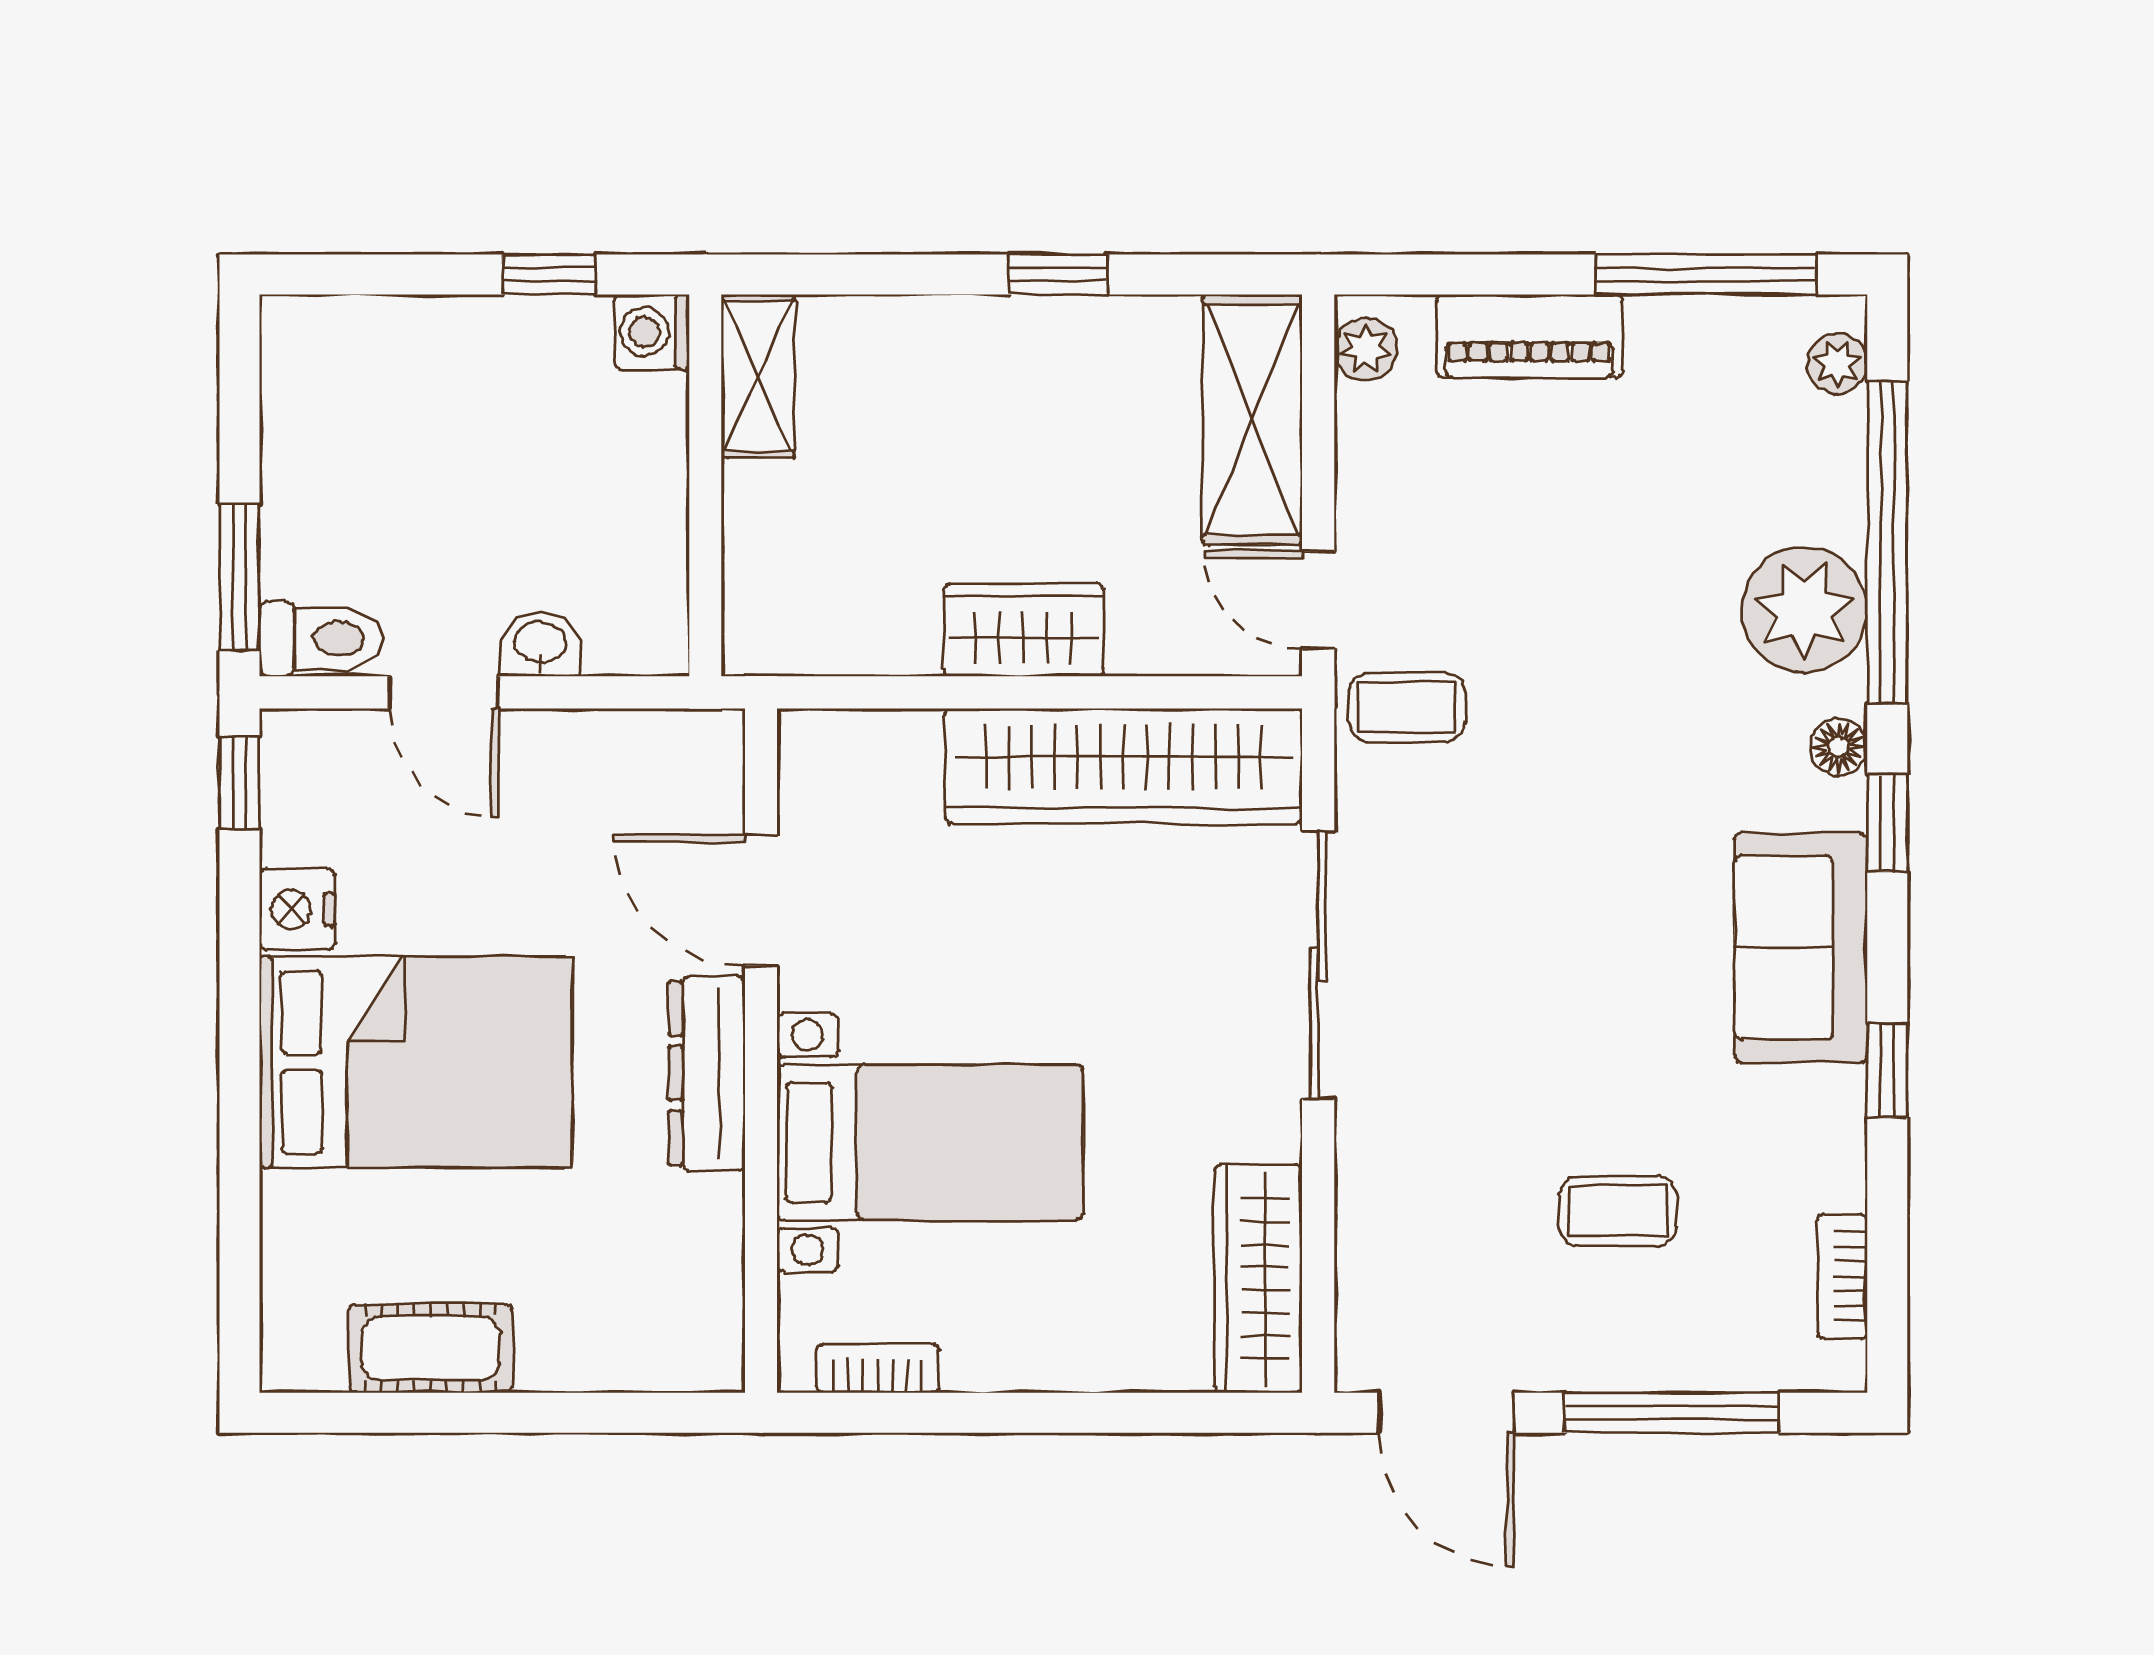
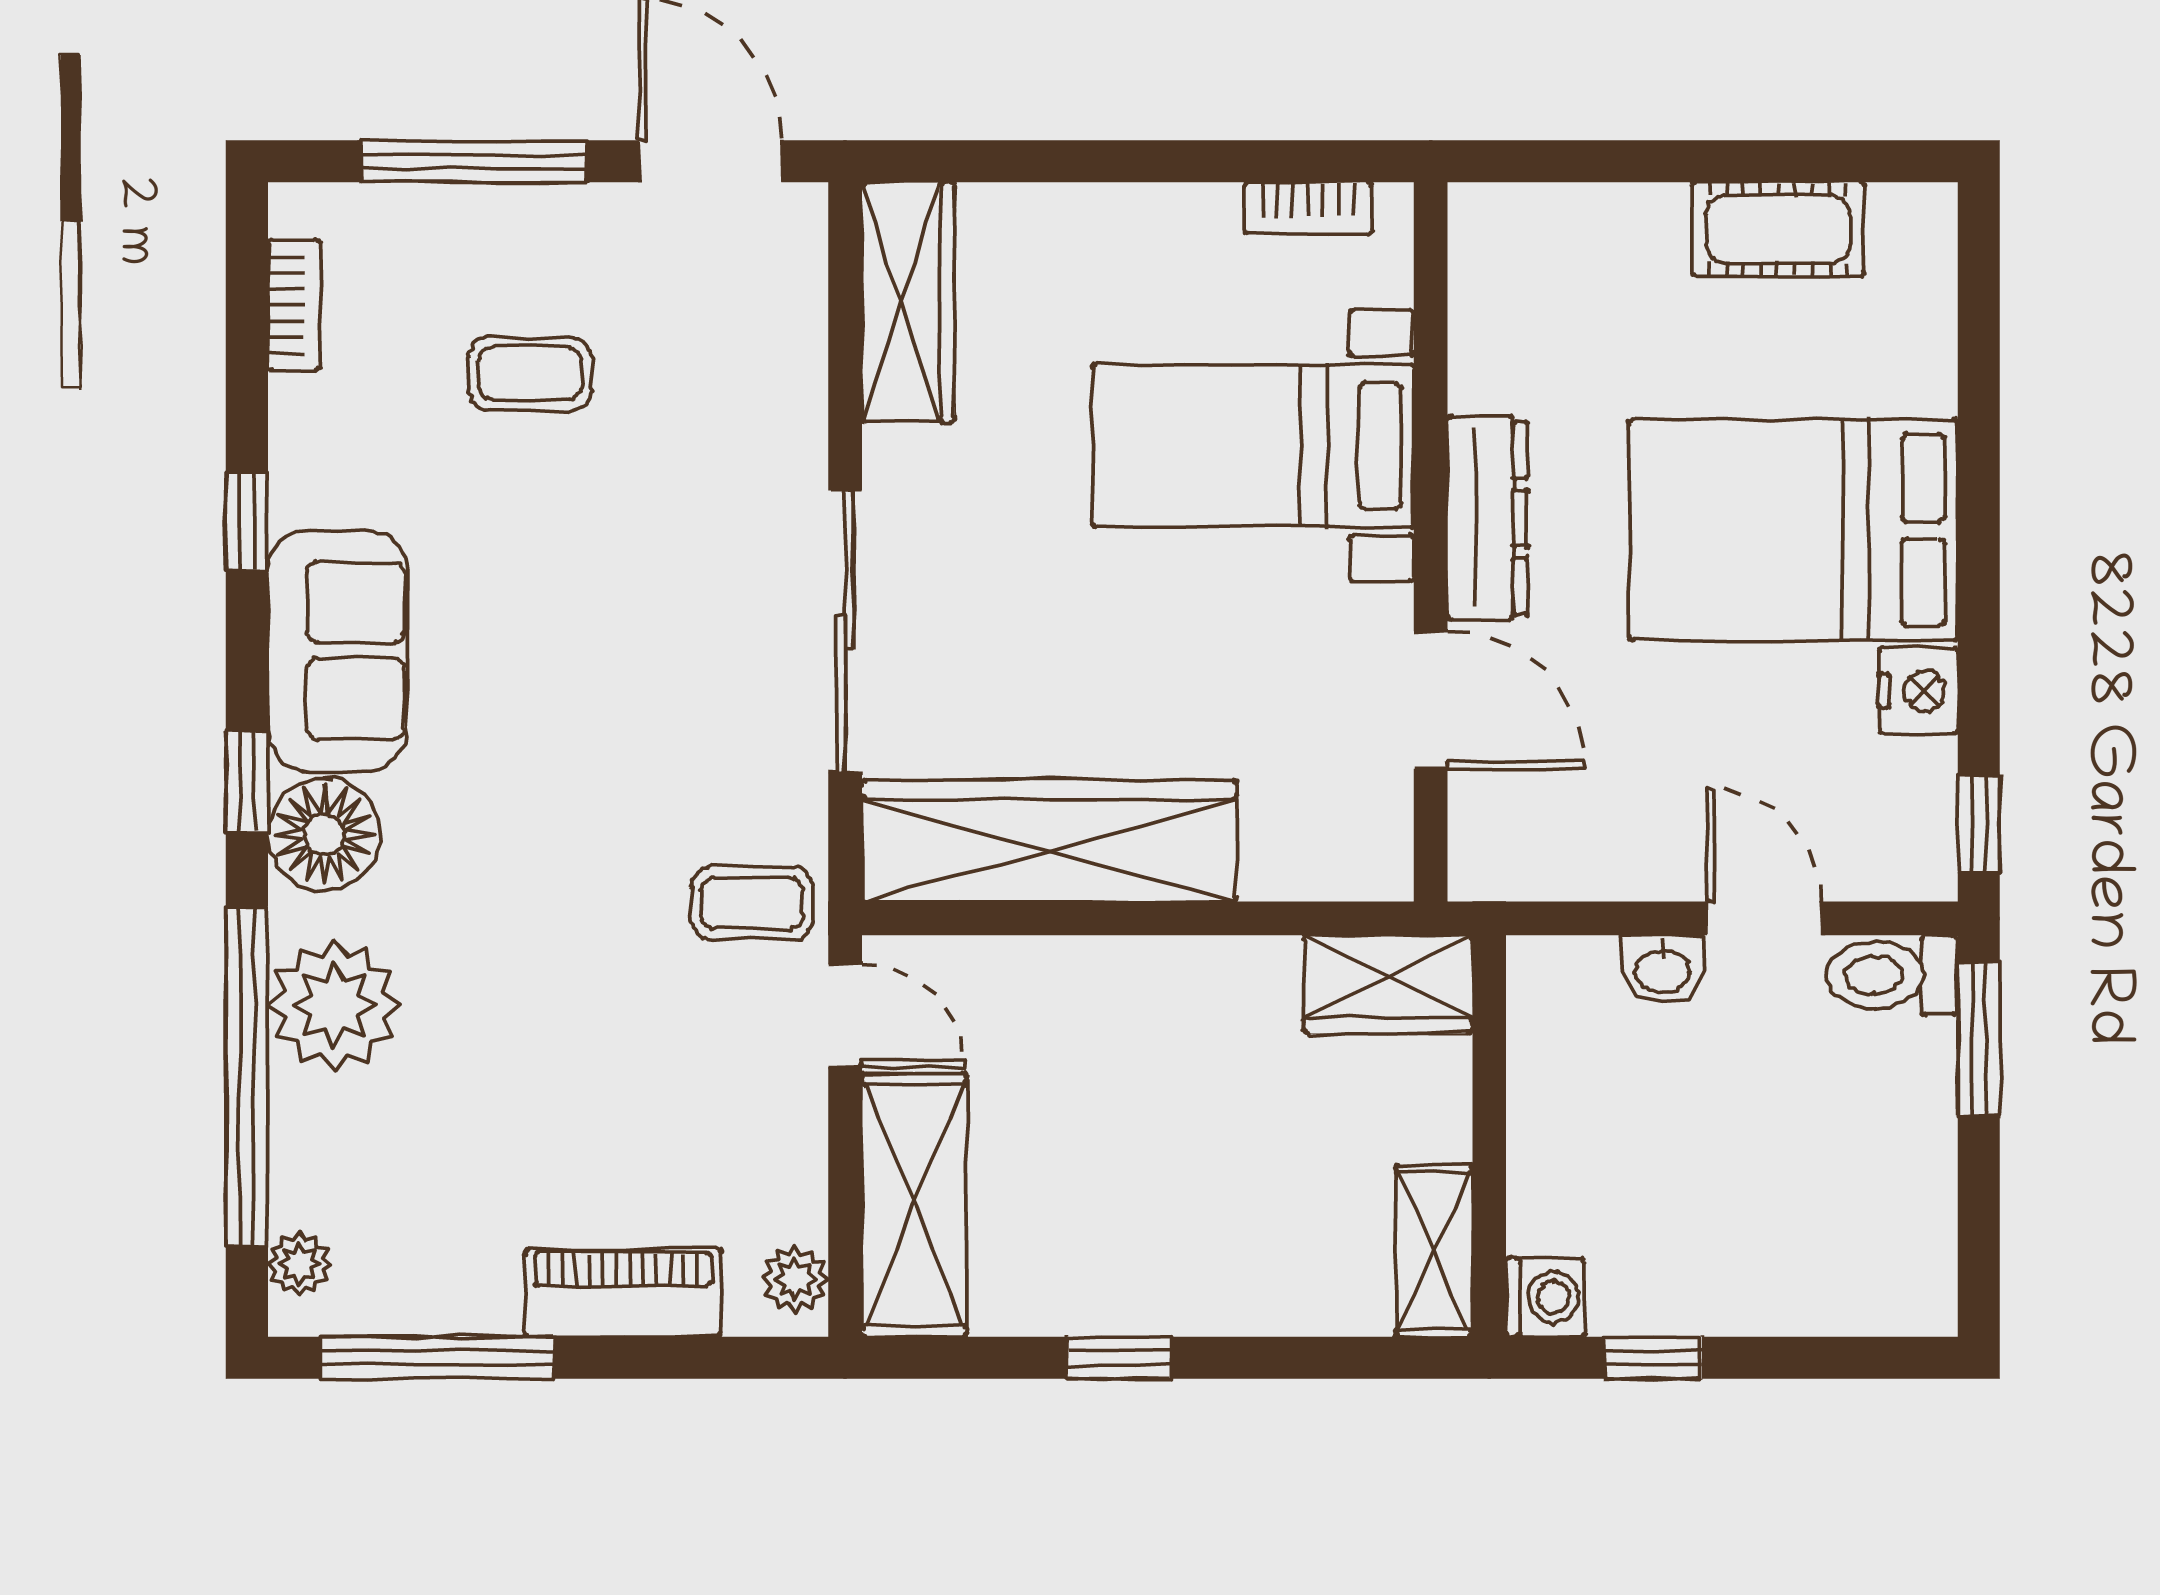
wardrobe: (1024, 630) -> (1388, 984), moved
floor lamp: (1839, 747) -> (324, 834), width x1.89, depth x1.89

